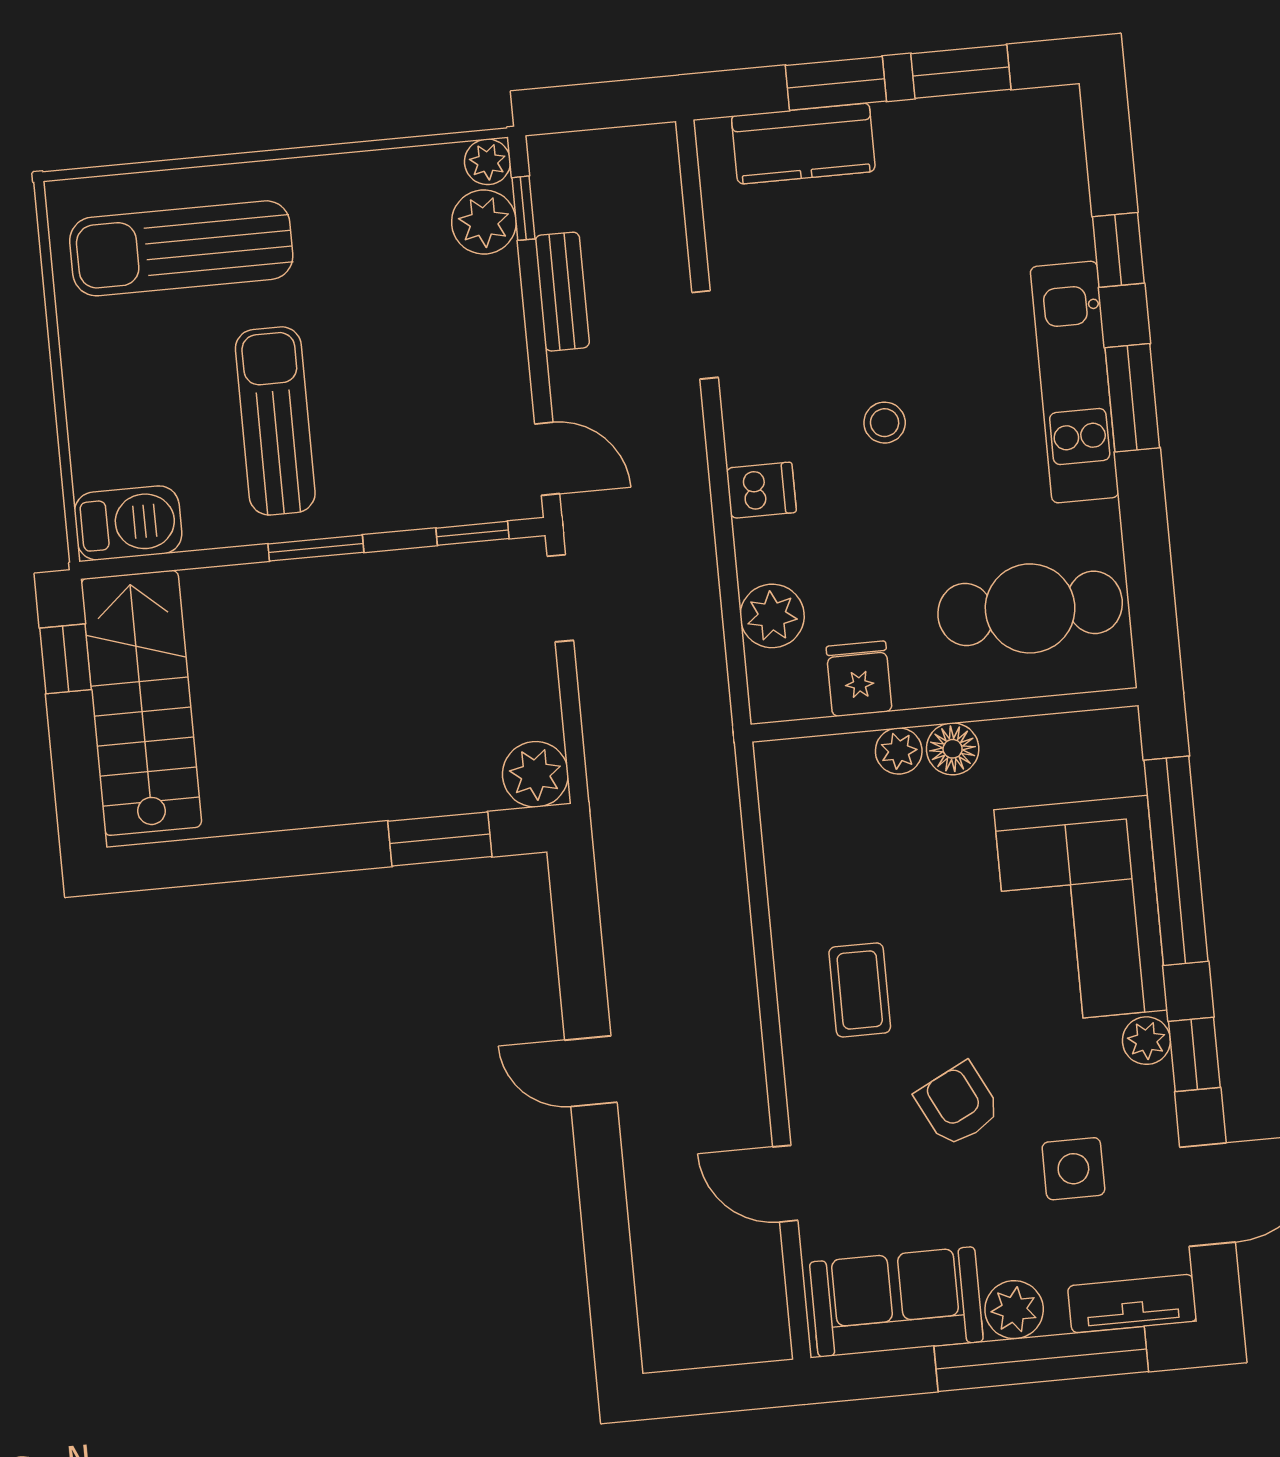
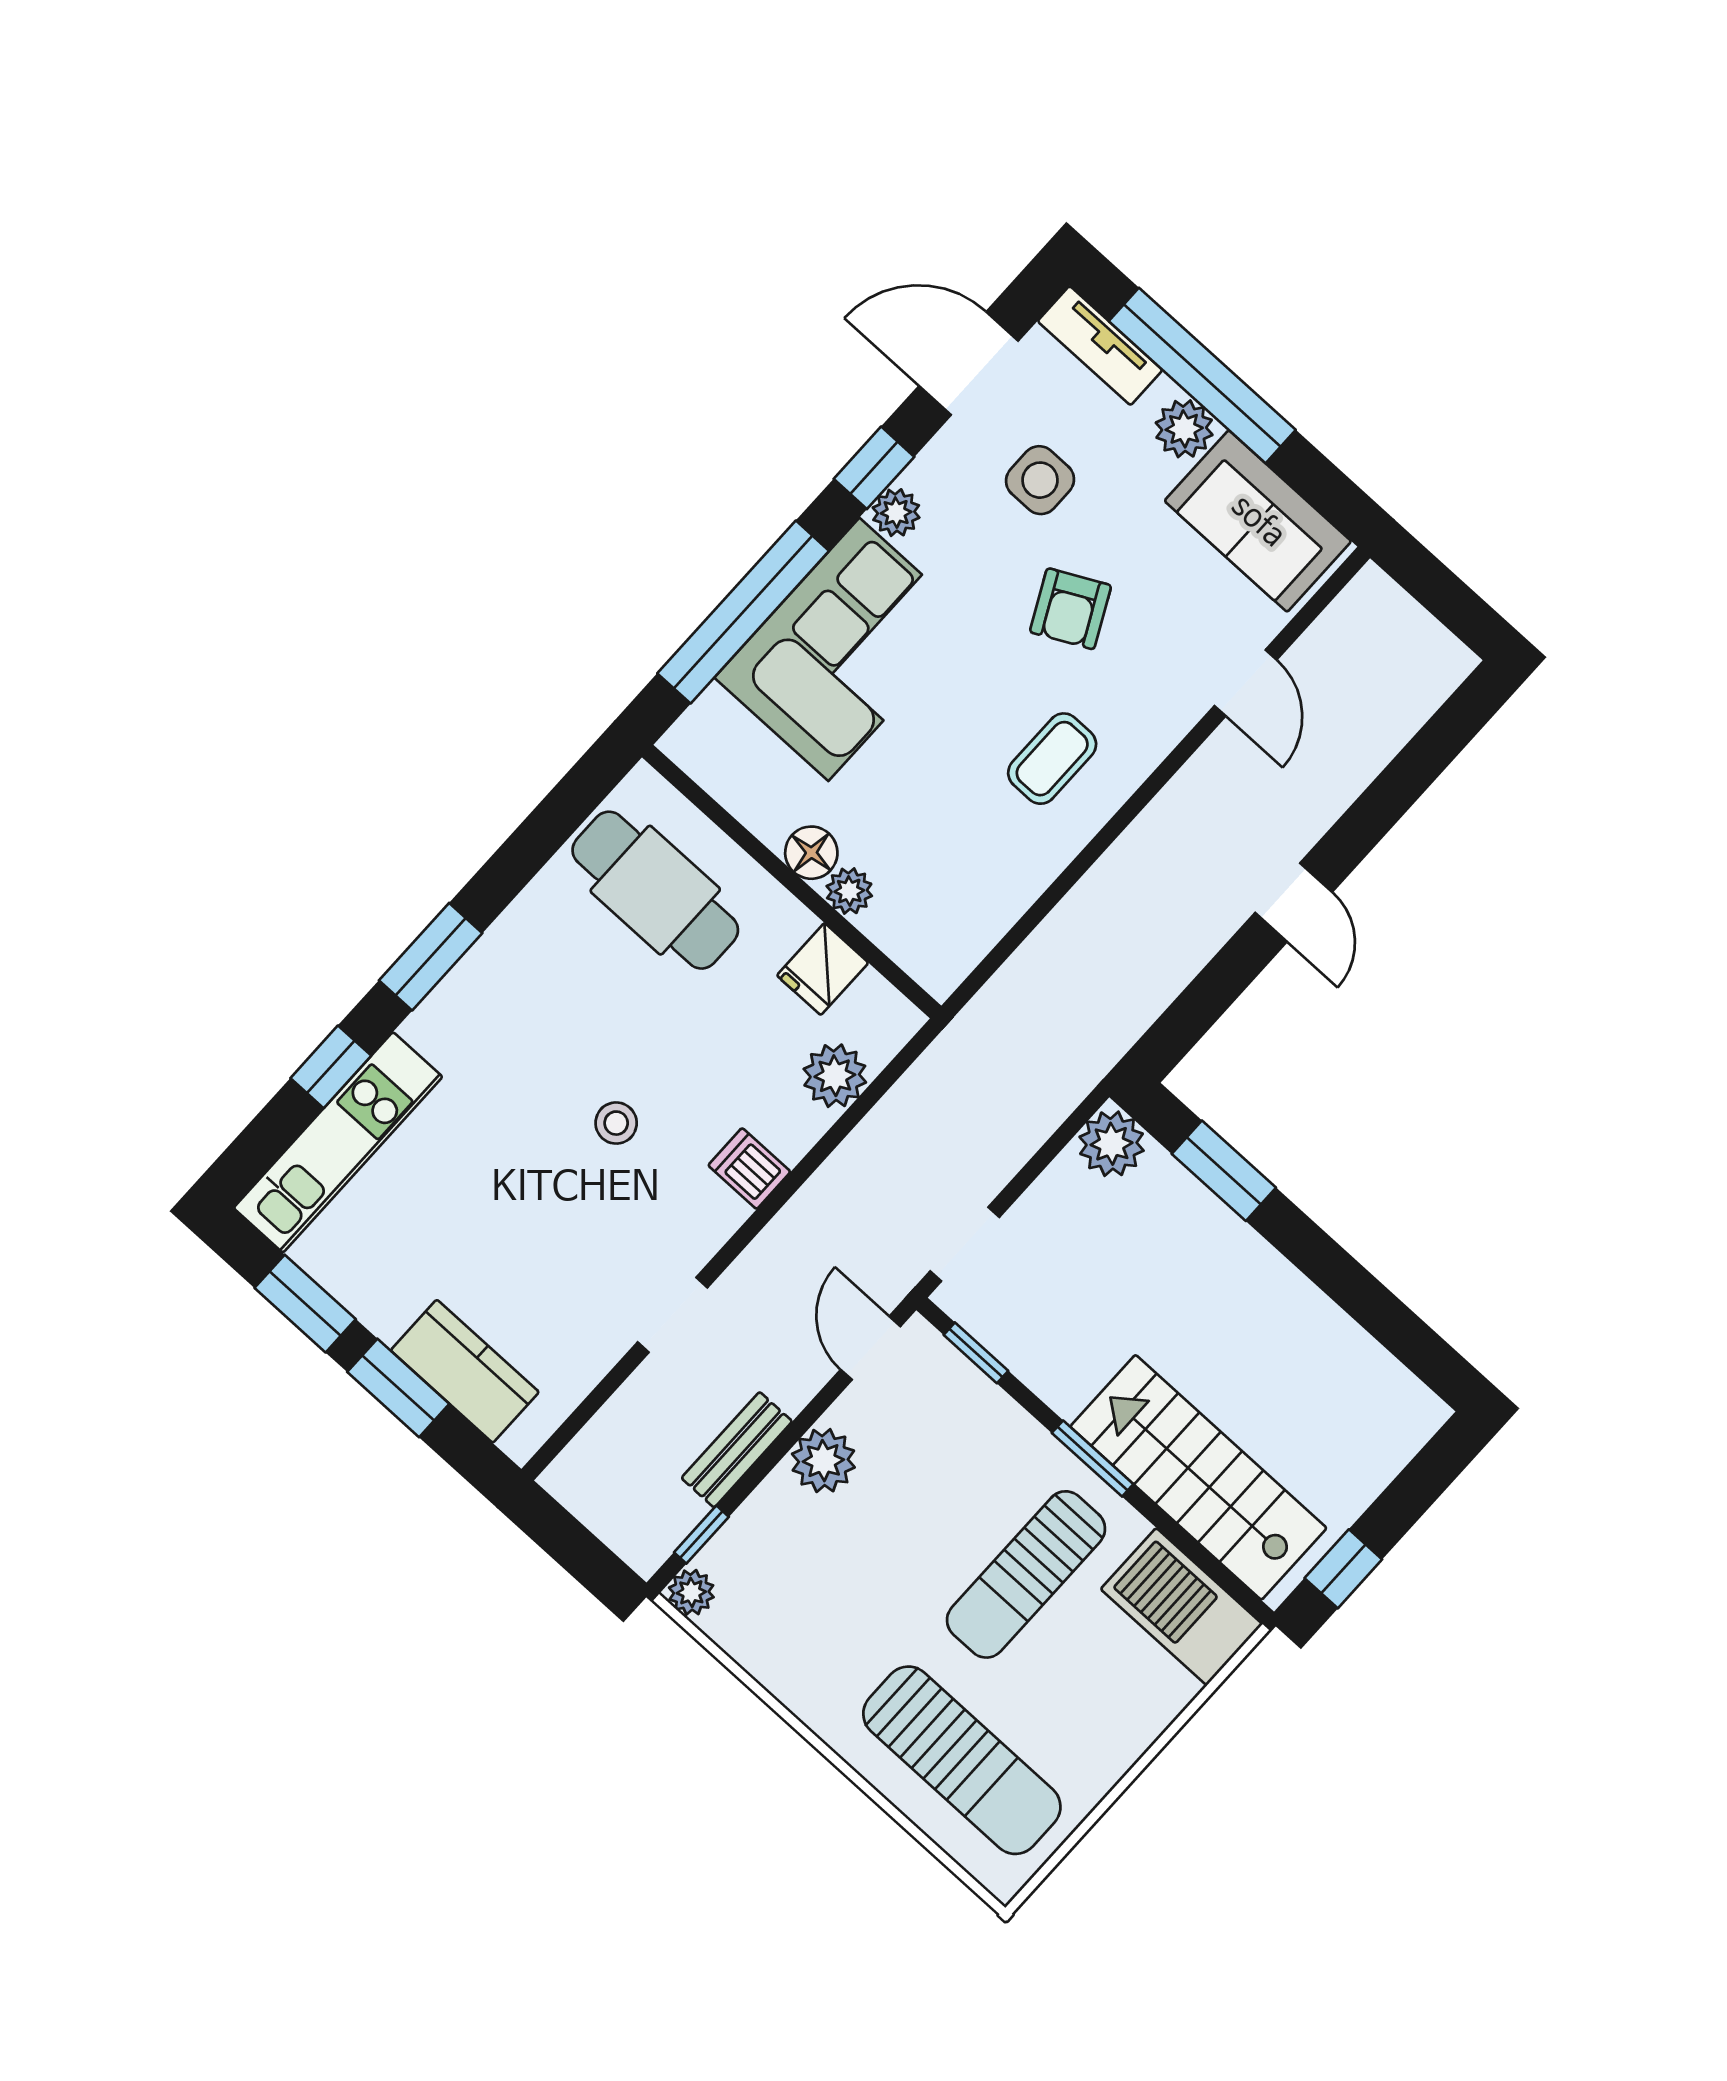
plant: (484, 222) -> (823, 1461), moved
kitchen unit: (1075, 382) -> (338, 1142), moved
barbecue: (128, 523) -> (1182, 1607), width x1.37, depth x1.21
stairs: (141, 703) -> (1198, 1477), moved, turned 90

